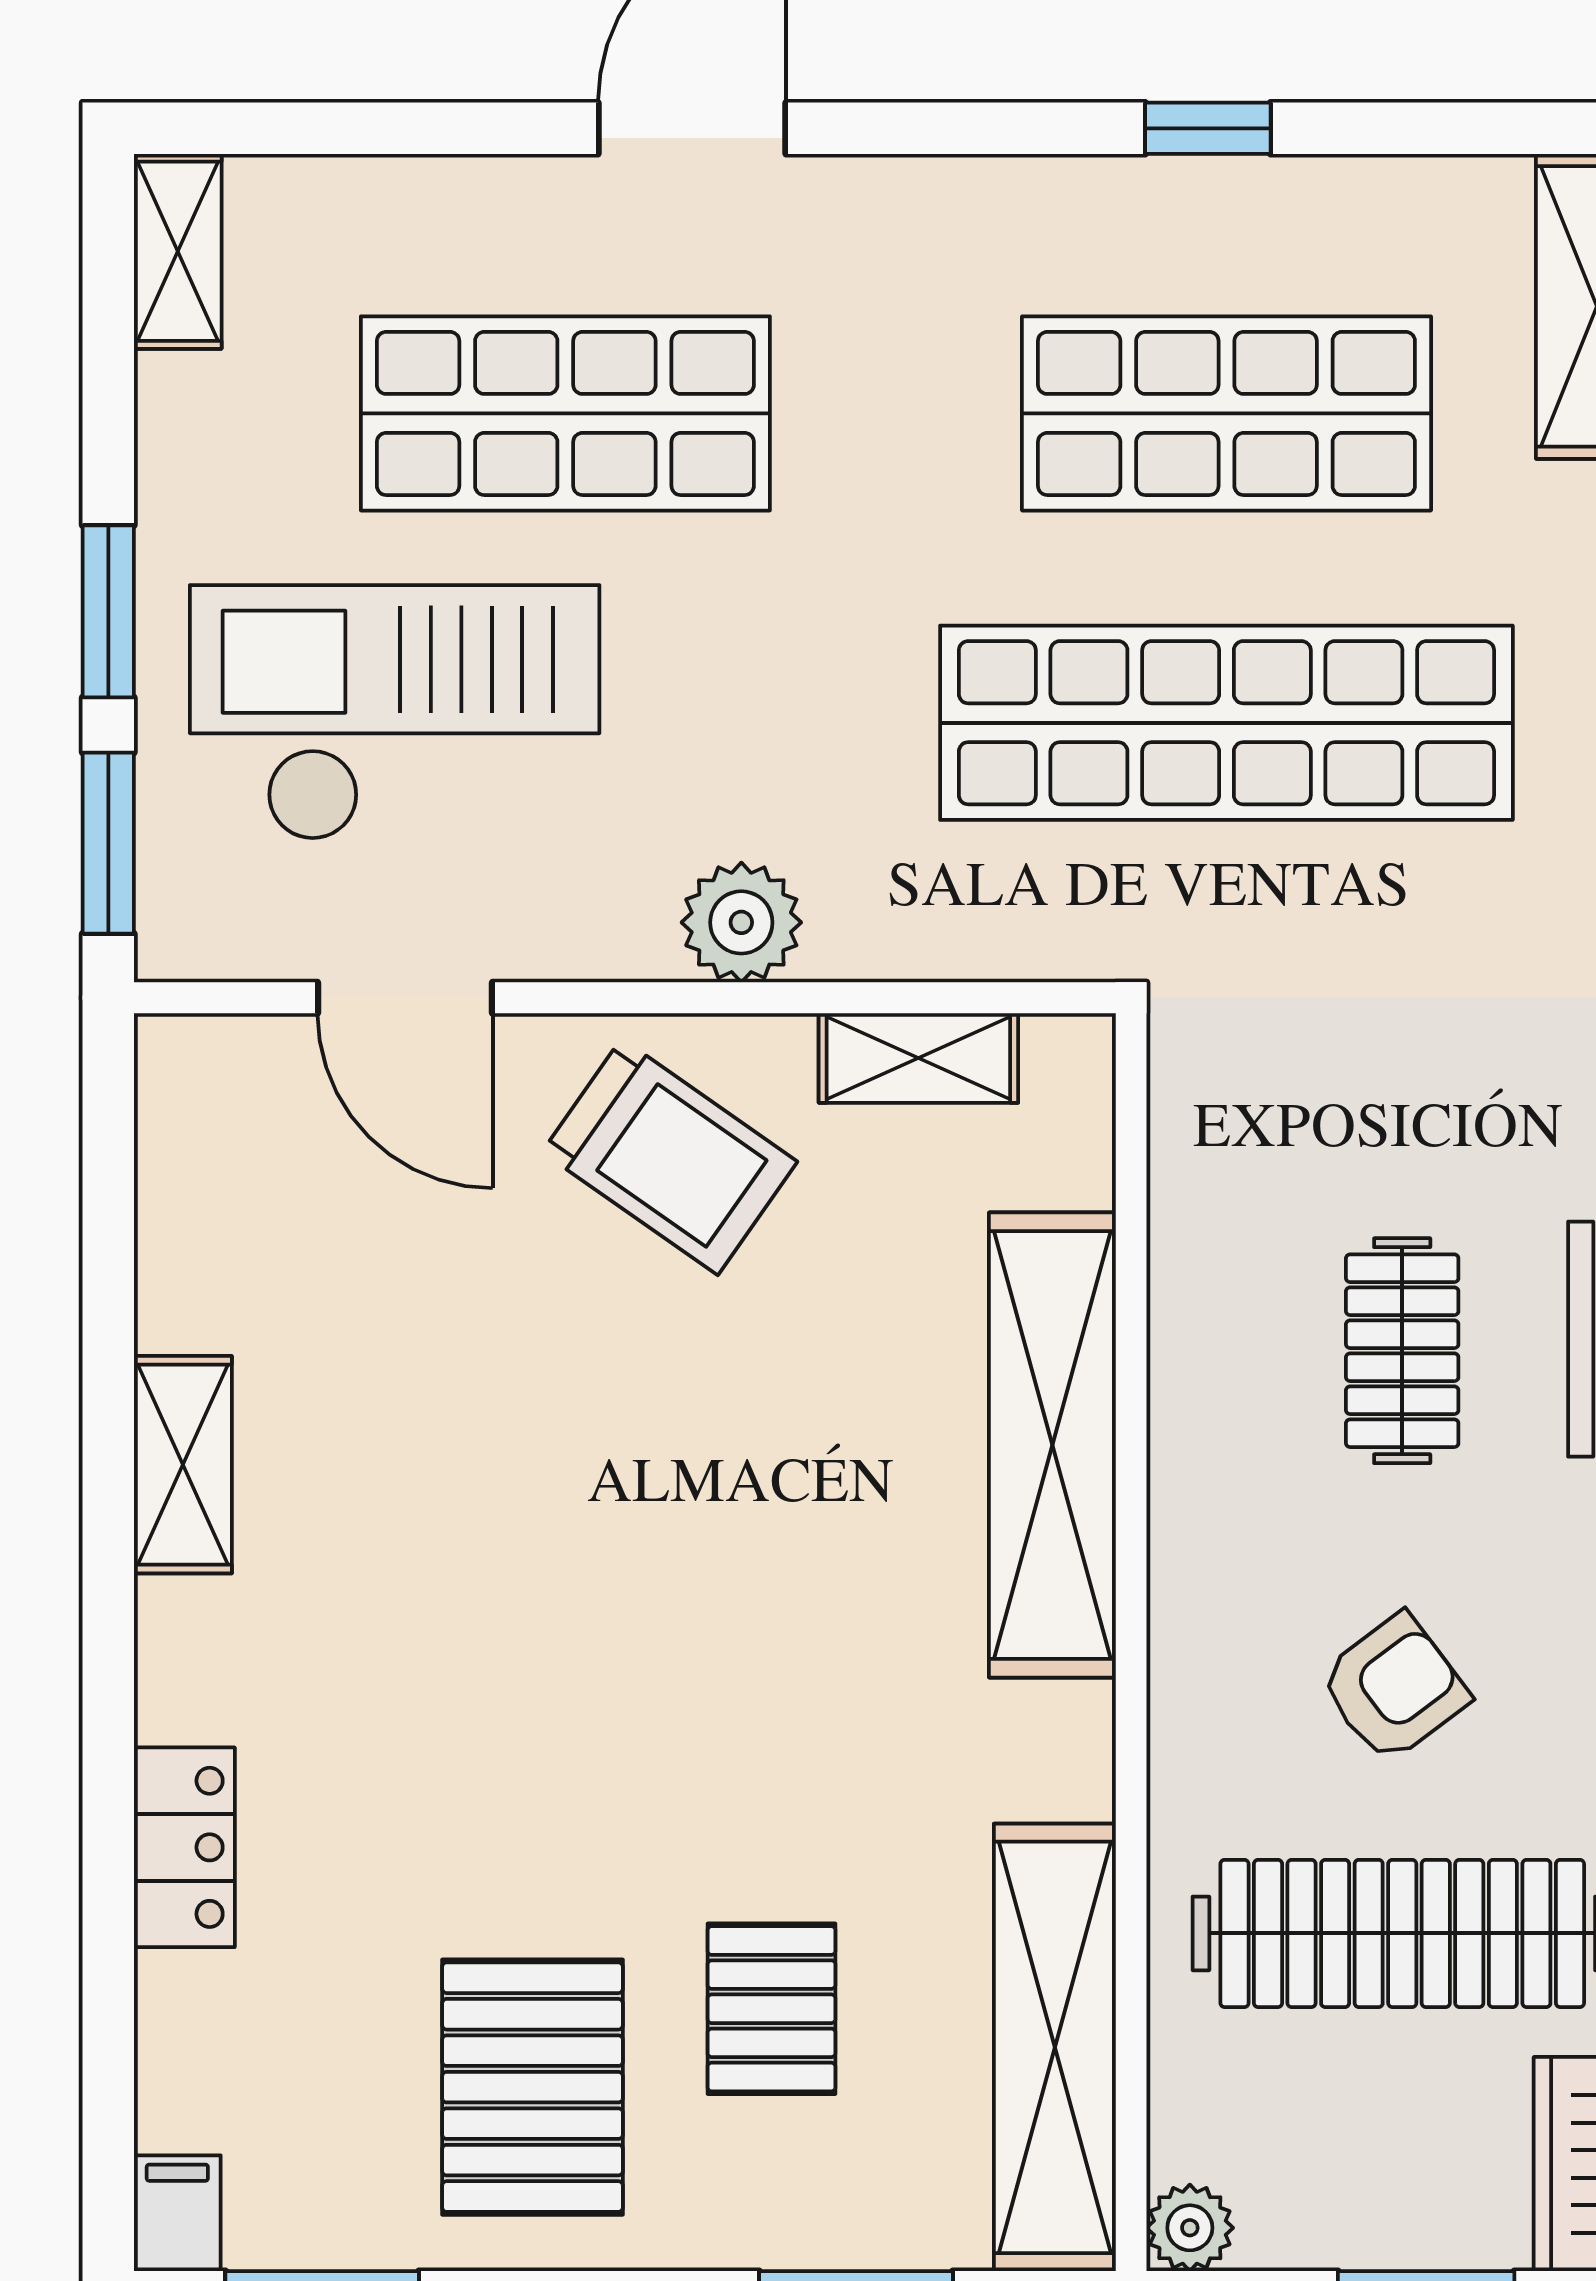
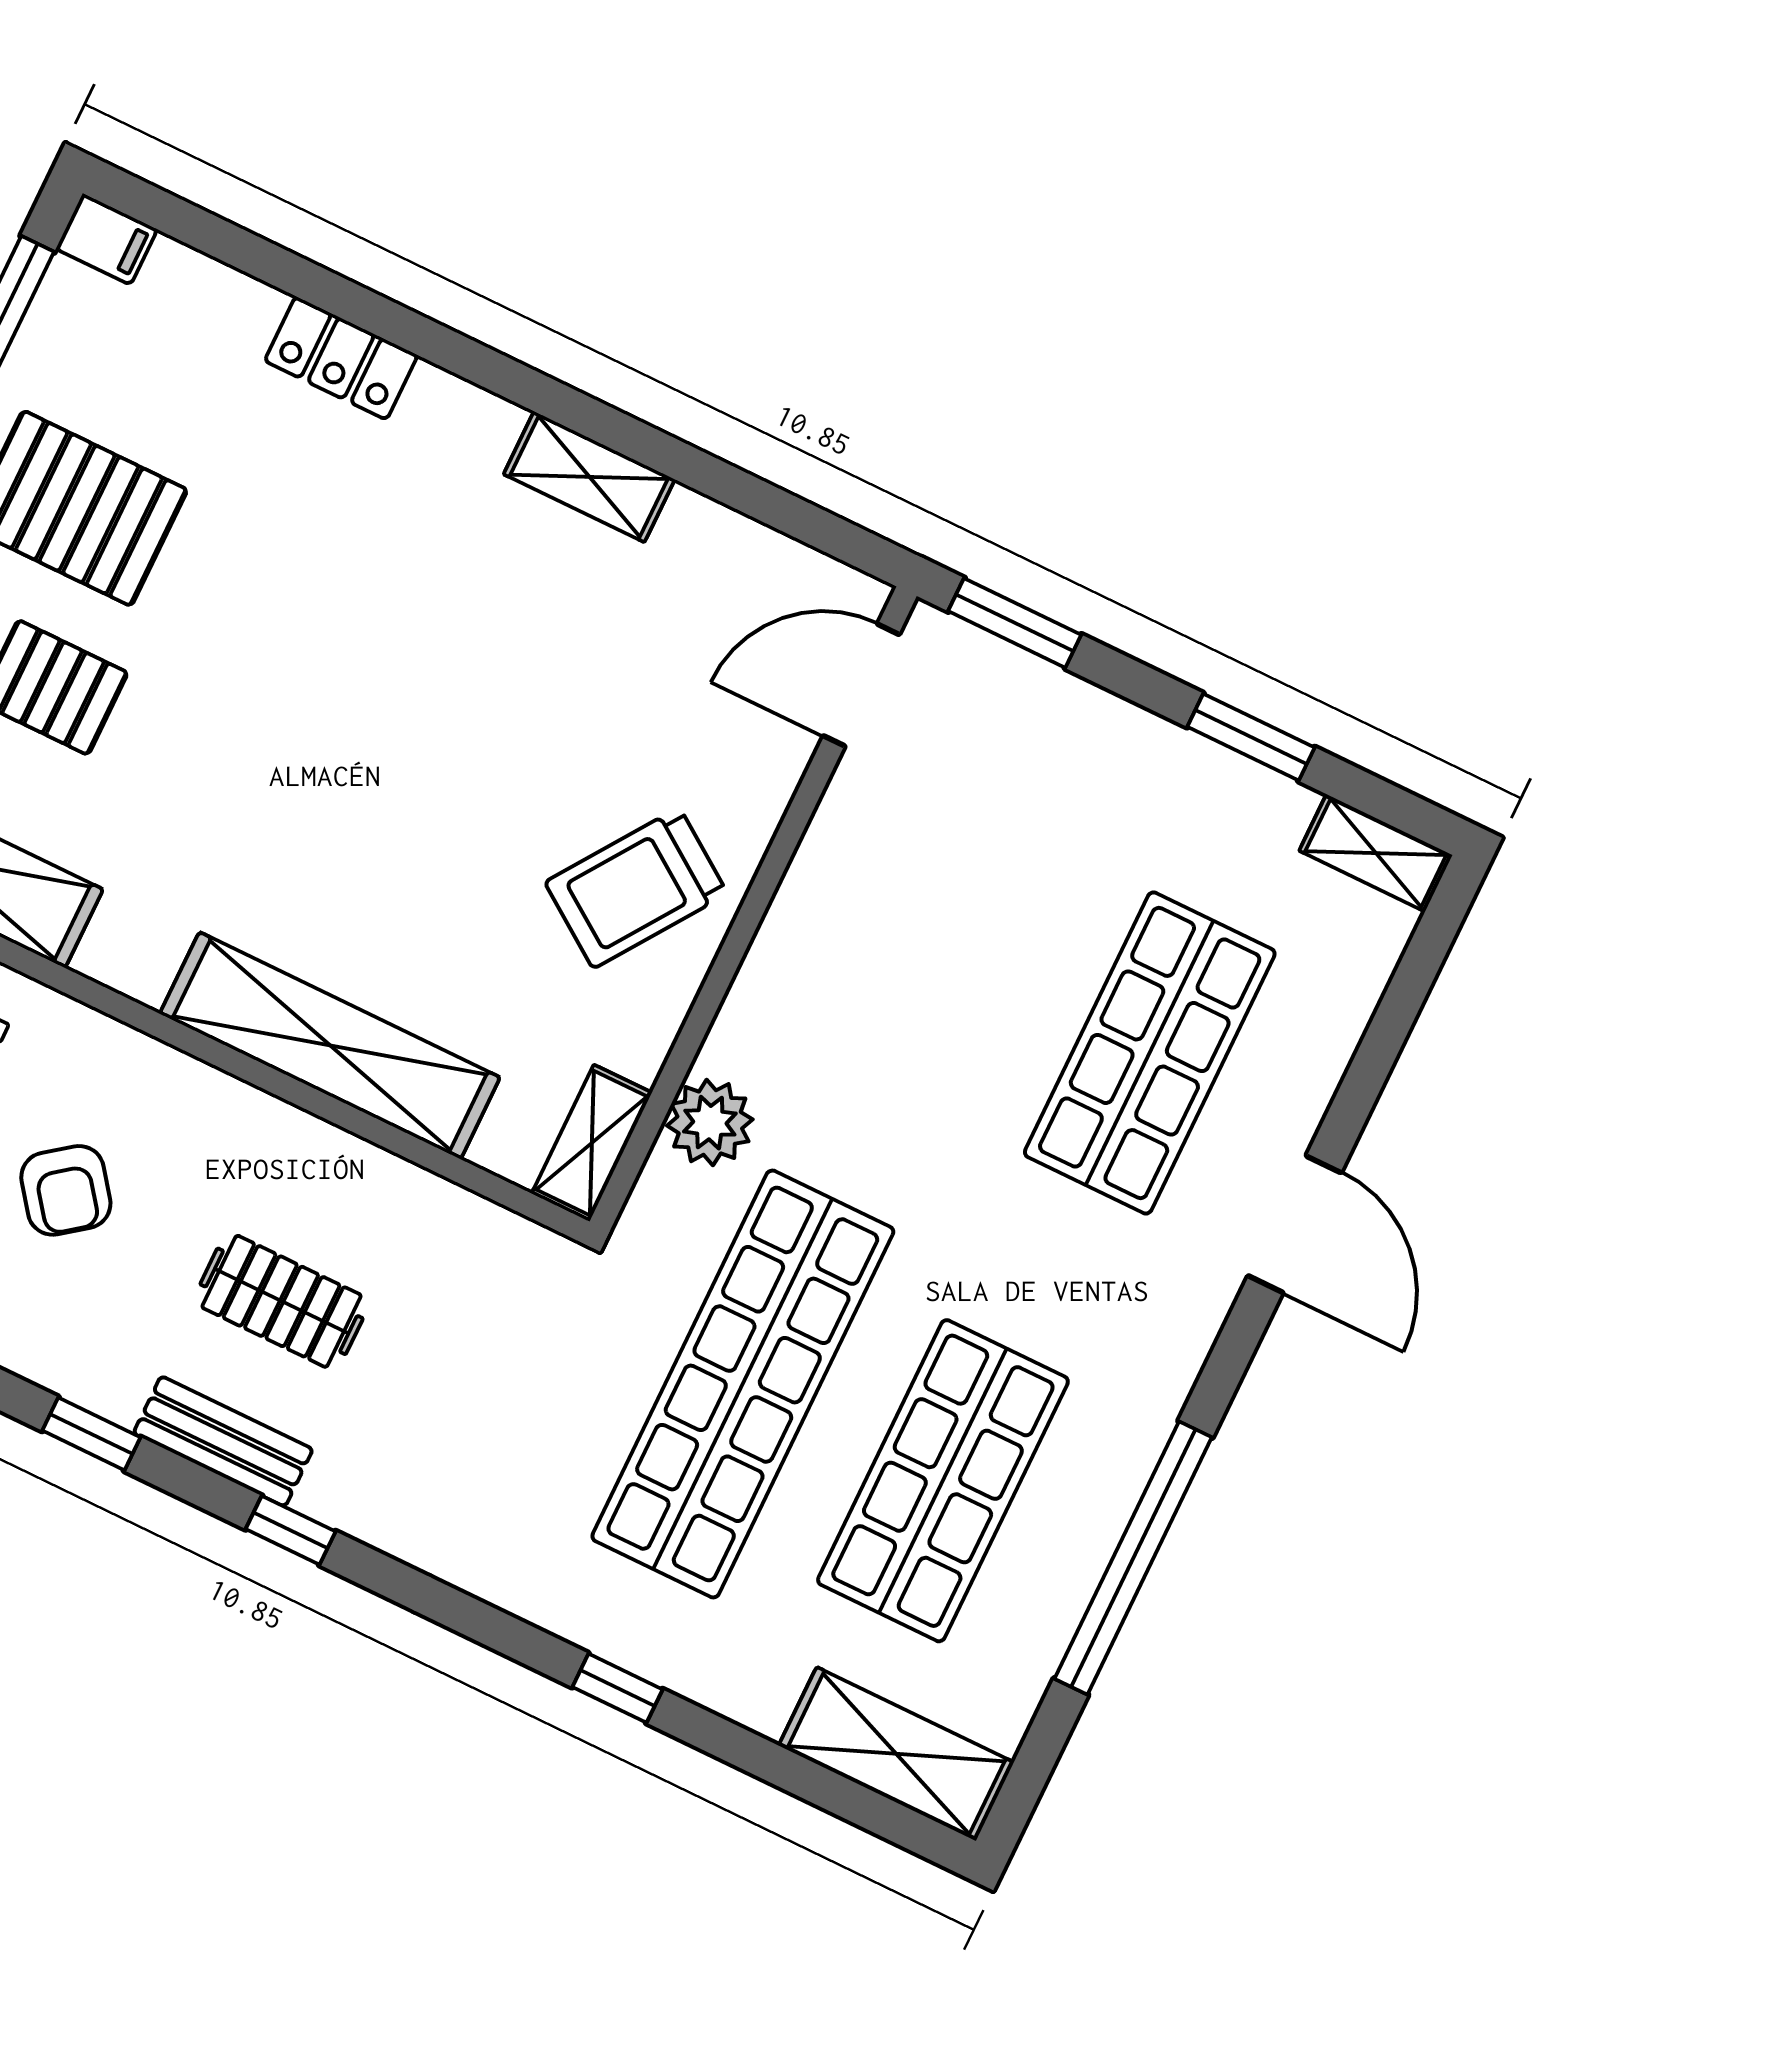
window: (1208, 128) -> (1133, 1558), width x3.17
window: (108, 611) -> (1251, 737), moved
checkout: (395, 713) -> (1009, 849), removed
plant: (741, 922) -> (710, 1123), moved
door: (405, 998) -> (861, 685), moved
shelving: (918, 1058) -> (592, 1143), moved

